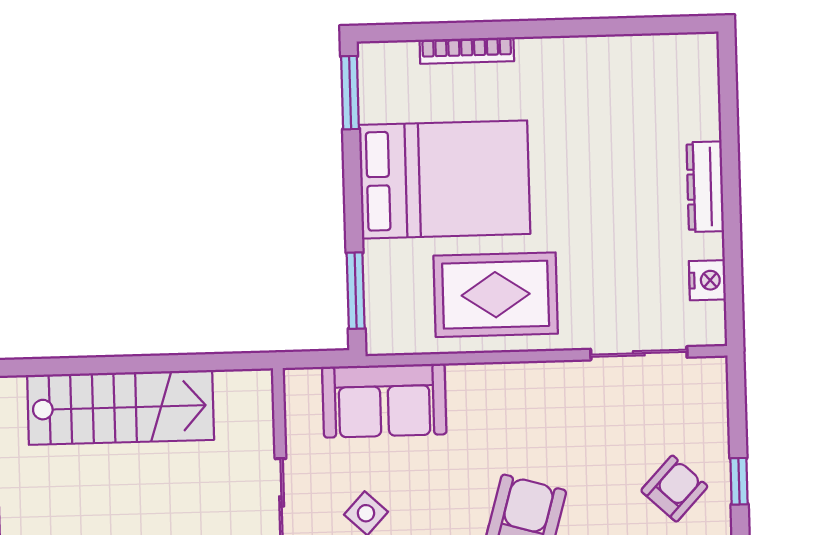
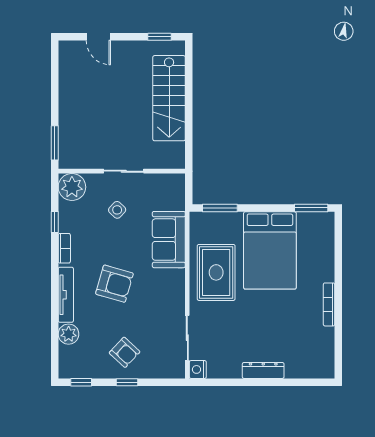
bookcase: (467, 51) -> (329, 304), moved
nightstand: (707, 280) -> (198, 369), moved, turned 90
sofa: (384, 401) -> (169, 240), moved

